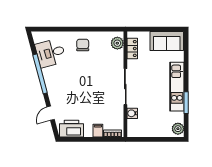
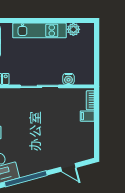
window: (186, 103) -> (57, 21), removed
printer: (71, 129) -> (85, 145), removed
plant: (178, 129) -> (73, 29), moved

